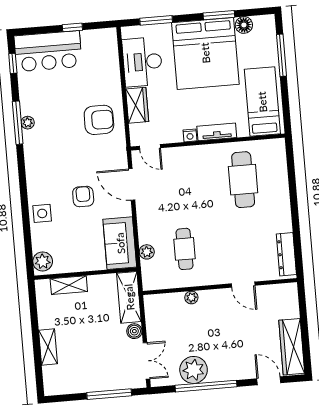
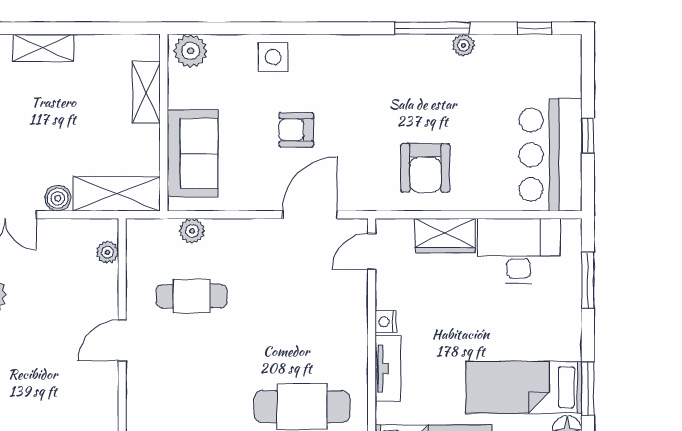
bar counter: (48, 51) -> (551, 155), moved
bed: (205, 53) -> (524, 387), width x0.49
plant: (28, 123) -> (463, 45), moved
armchair: (83, 197) -> (296, 130), turned 180
sofa: (120, 243) -> (193, 153), moved, turned 90
door: (243, 285) -> (122, 341), moved
plant: (191, 297) -> (107, 252), moved

